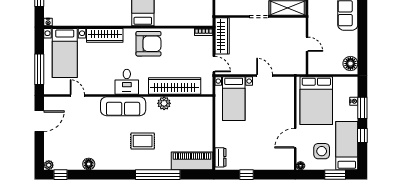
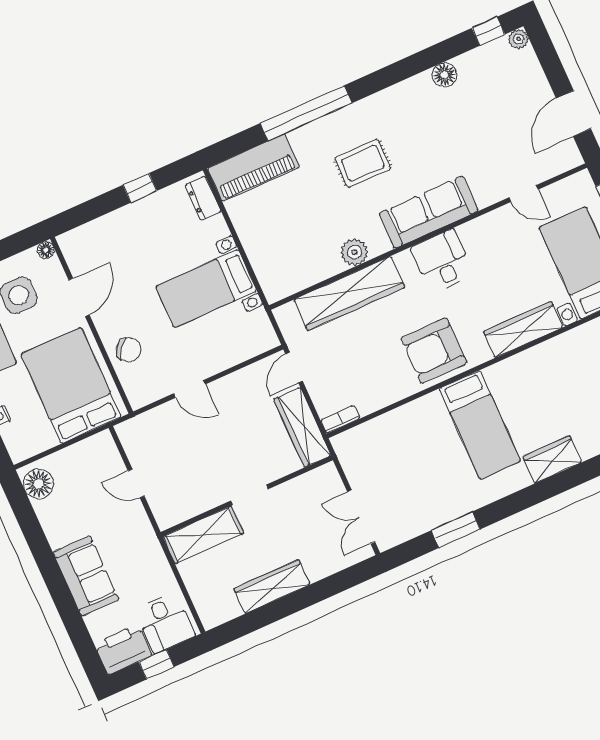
door: (214, 64) -> (294, 367), hinge flipped
bed with nightstands: (234, 99) -> (206, 288), moved, turned -90
chair: (284, 105) -> (129, 350), added

